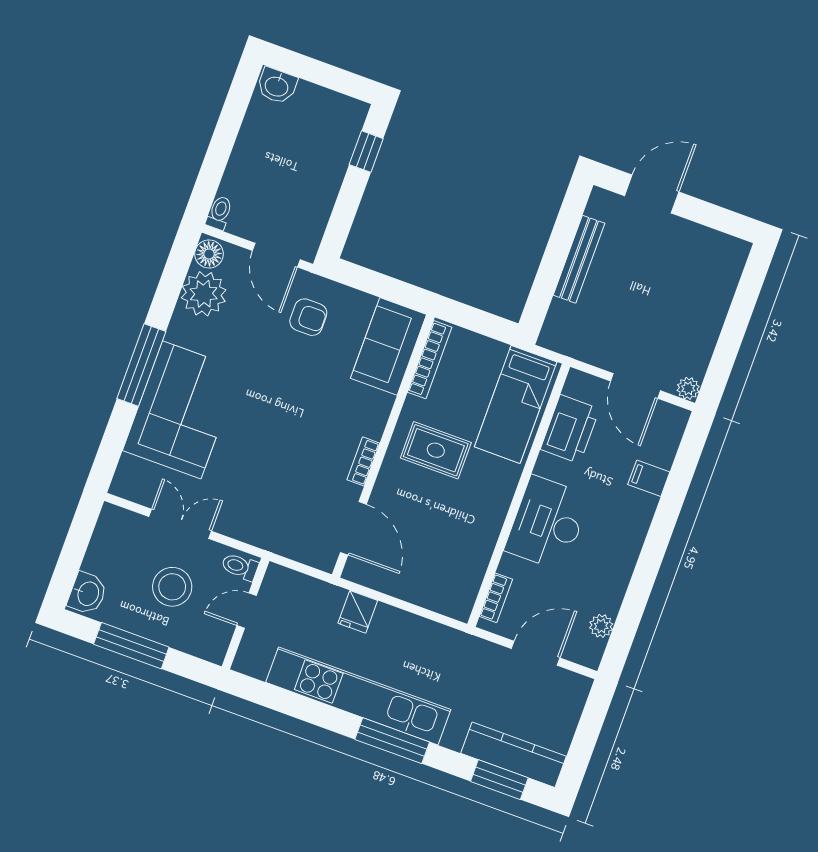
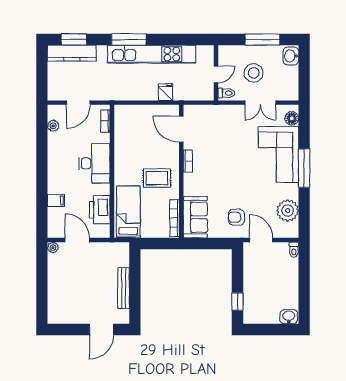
floor lamp: (209, 254) -> (292, 118), moved

